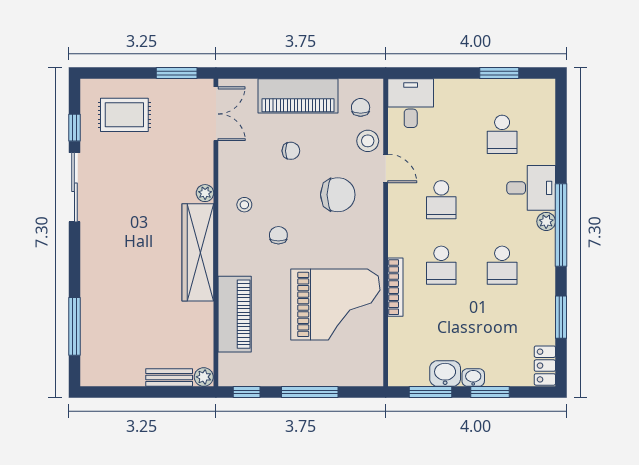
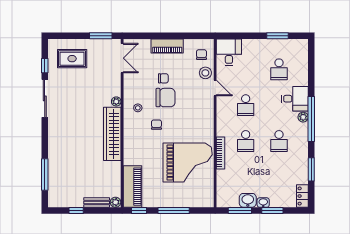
piano: (298, 96) -> (167, 46), width x0.73, depth x0.75
chair: (338, 195) -> (165, 98), moved
piano: (235, 314) -> (133, 187), moved
window: (132, 392) -> (76, 211), added

